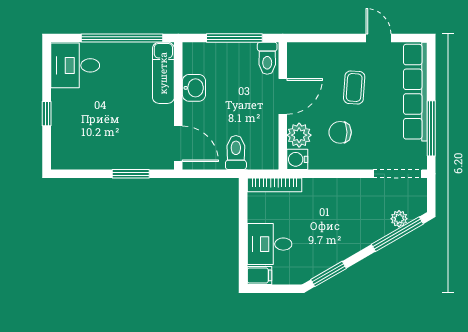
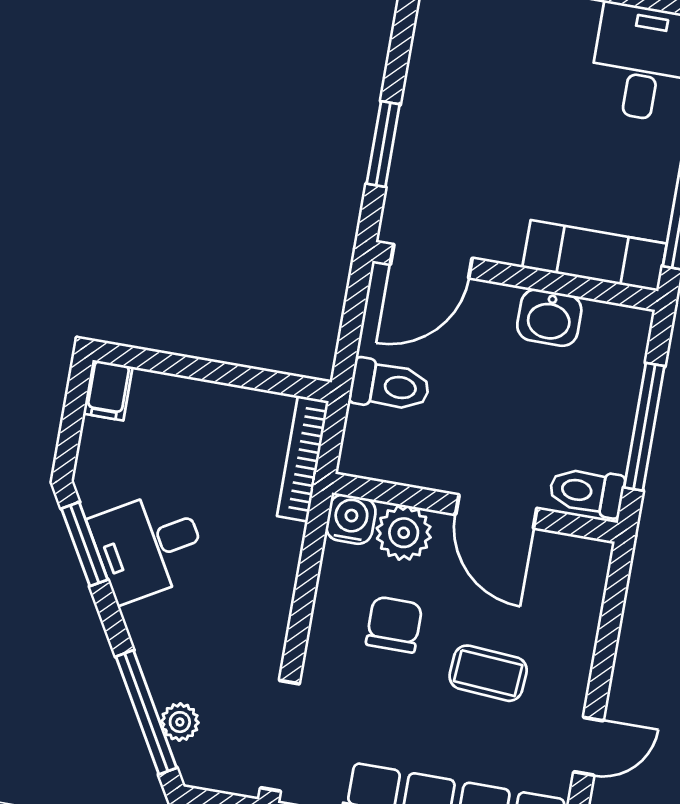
desk: (270, 244) -> (149, 546), moved, turned -120

